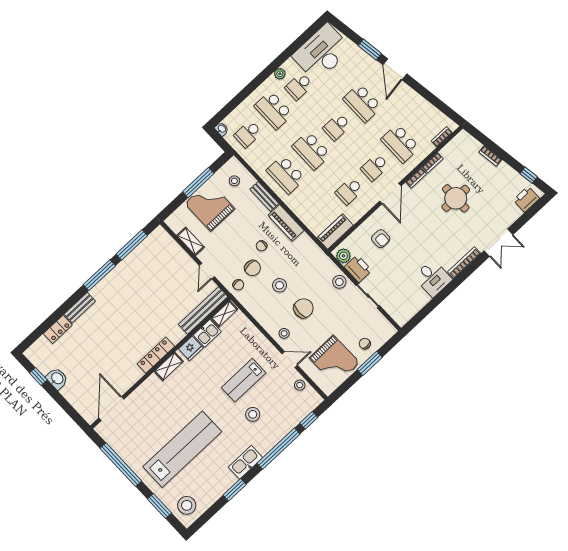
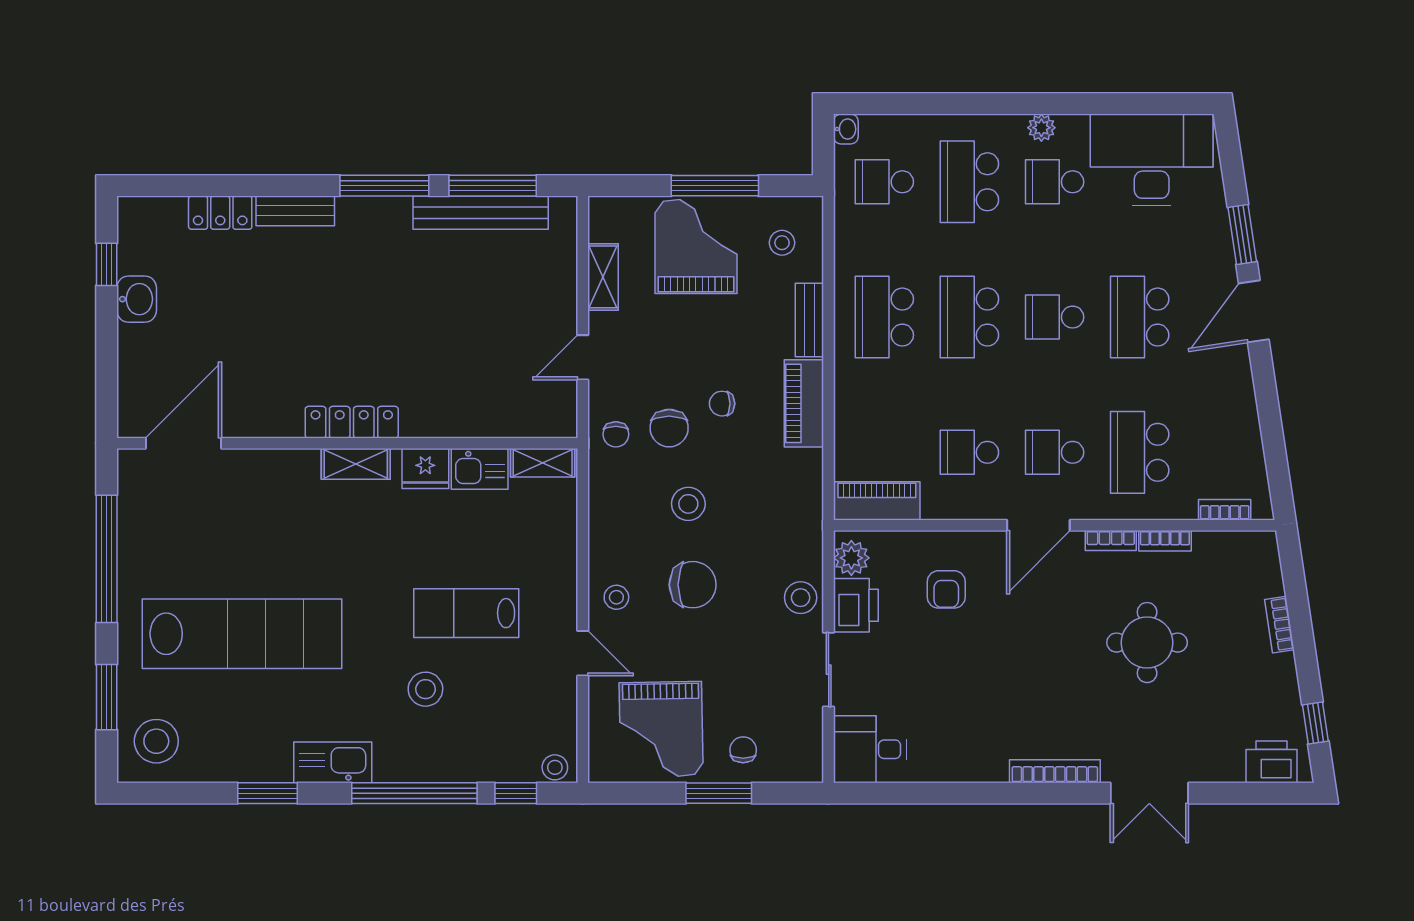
desk: (433, 278) -> (870, 749), moved, turned 90
bench: (203, 310) -> (481, 213), moved
stool: (300, 385) -> (555, 767), moved

